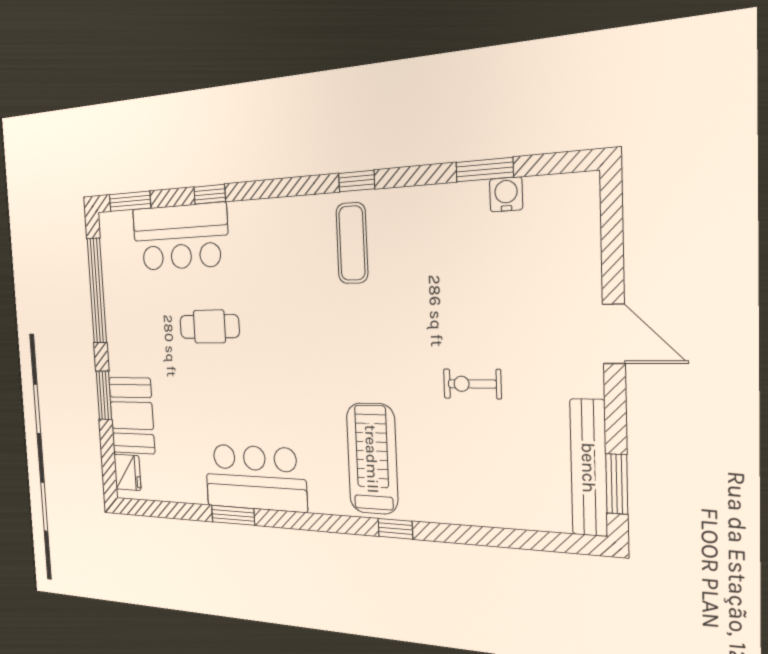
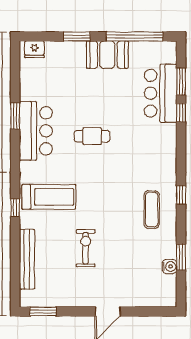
window: (130, 201) -> (181, 82), moved
exercise mat: (352, 243) -> (152, 210), moved, turned 90
cafe table: (209, 327) -> (92, 136), moved, turned 90
exercise bike: (472, 384) -> (86, 248), width x1.38, depth x1.39
booth: (132, 416) -> (107, 55), moved
bench: (589, 468) -> (27, 259), moved, turned 90

